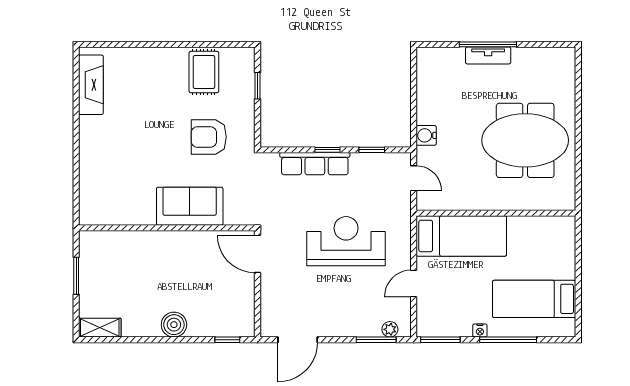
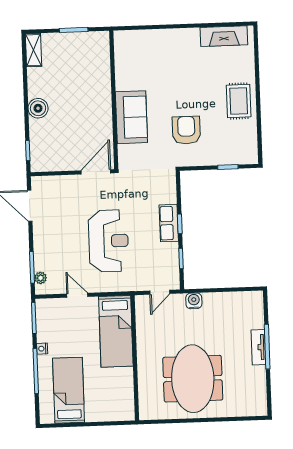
rug: (204, 72) -> (239, 101), moved, turned 90
row of seats: (315, 164) -> (169, 223), width x0.68

